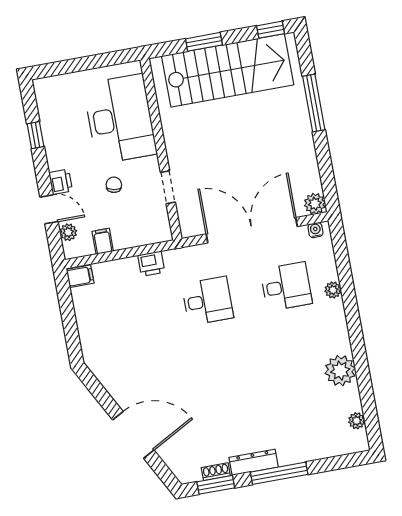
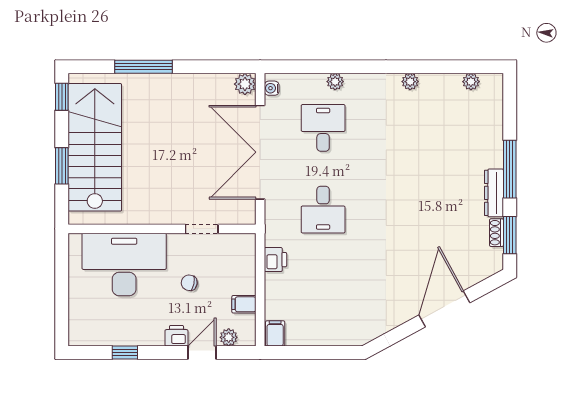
desk: (208, 301) -> (323, 210), turned 180
plant: (340, 371) -> (410, 82), width x0.53, depth x0.53

